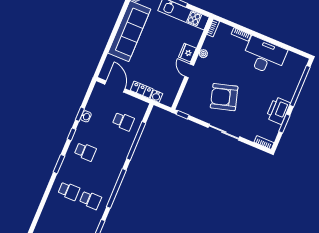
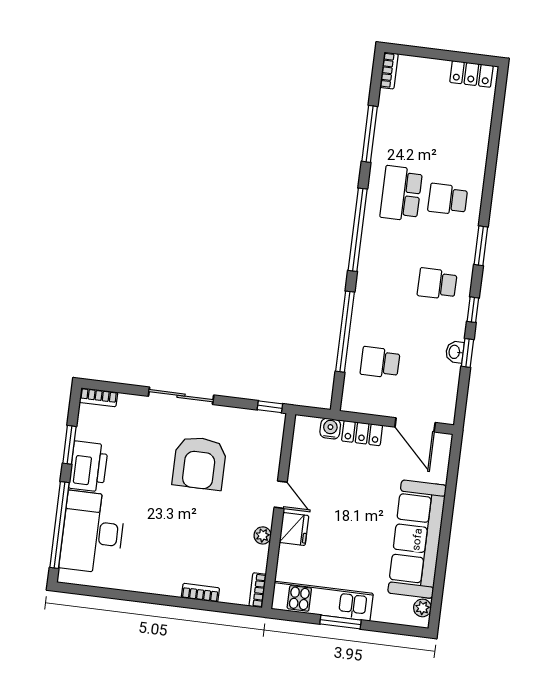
desk: (264, 56) -> (93, 532), moved, turned 90
armchair: (224, 97) -> (199, 463), turned 106
school desk: (90, 200) -> (401, 193), width x1.85

